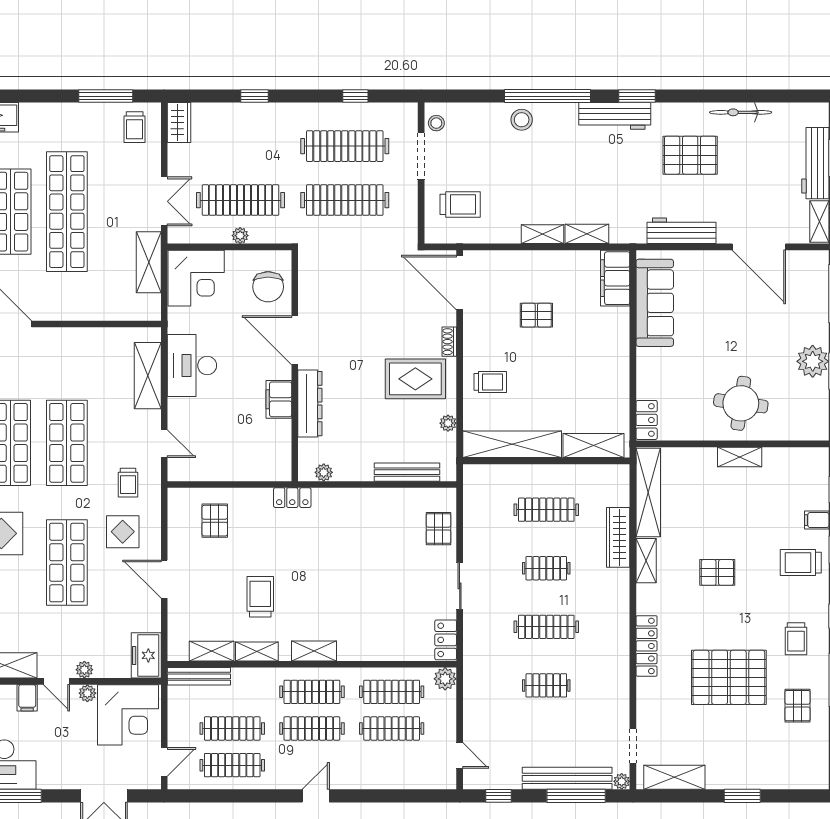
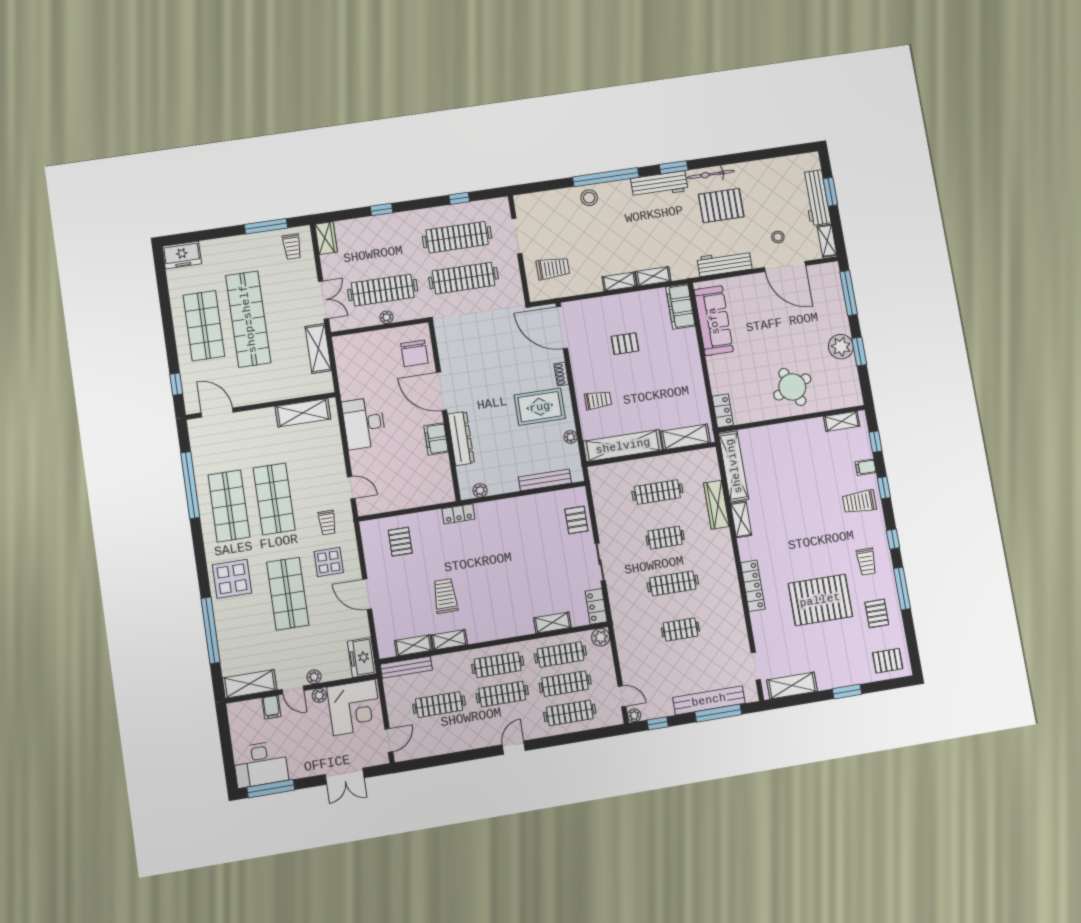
bicycle: (741, 112) -> (711, 174), moved
stool: (436, 123) -> (778, 237), moved
corner desk: (196, 278) -> (357, 355), removed
shelving: (148, 376) -> (303, 413), moved, turned 90
round table: (741, 403) -> (792, 387), turned -30
shelving: (740, 457) -> (842, 421), moved
pallet: (717, 572) -> (888, 661), moved
shelving: (314, 651) -> (552, 623), moved
clothes rail: (232, 765) -> (570, 713), moved
plant: (622, 781) -> (634, 715), moved

